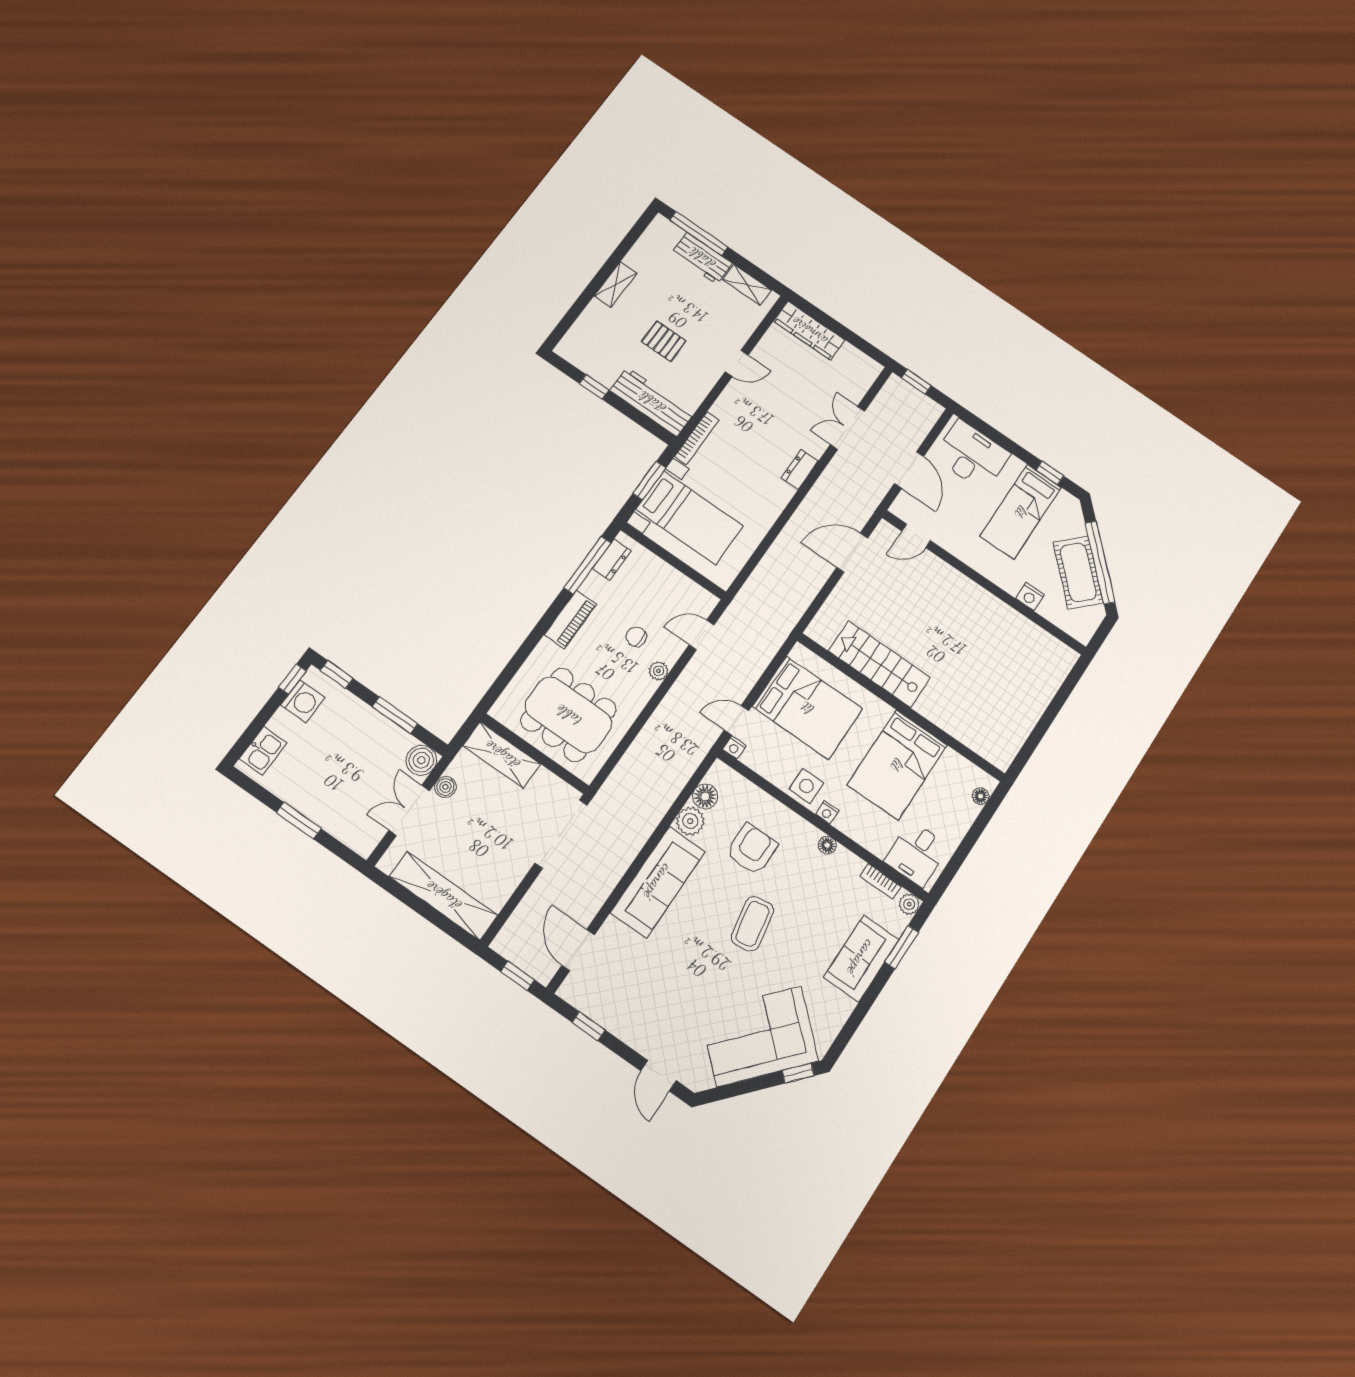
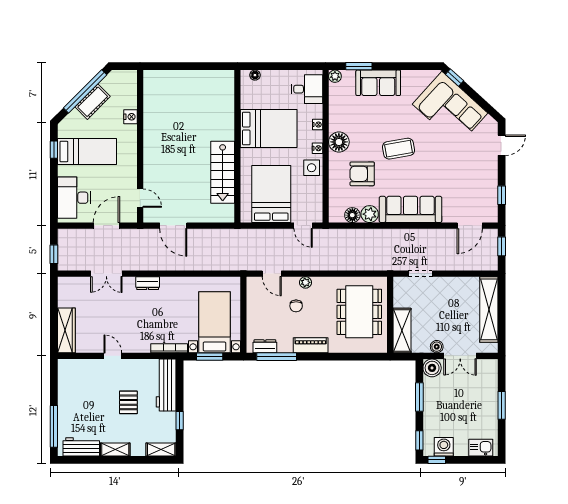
workbench: (702, 258) -> (81, 447), moved, turned -90
shelving: (747, 285) -> (161, 450), moved, turned 90
cot: (1078, 573) -> (93, 102), width x0.73, depth x0.75
nightstand: (734, 748) -> (318, 125), moved
doorway: (561, 834) -> (420, 274), width x0.53
floor lamp: (827, 845) -> (339, 142), width x1.89, depth x1.89
bookcase: (880, 881) -> (334, 98), removed

